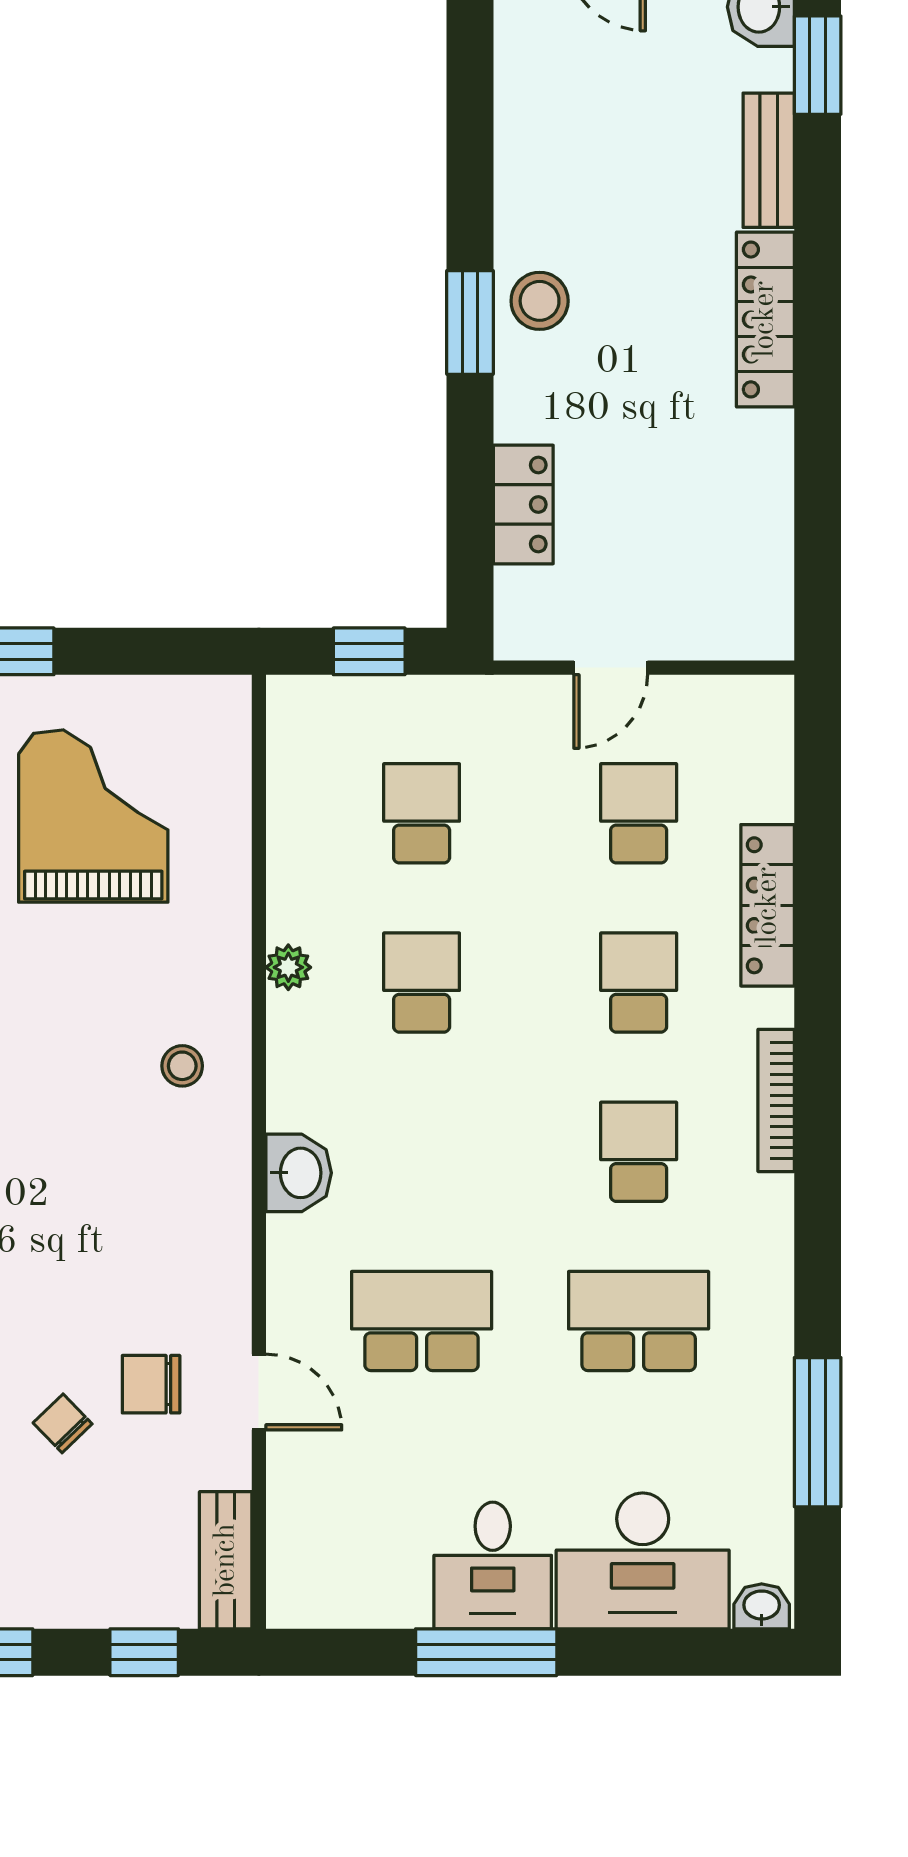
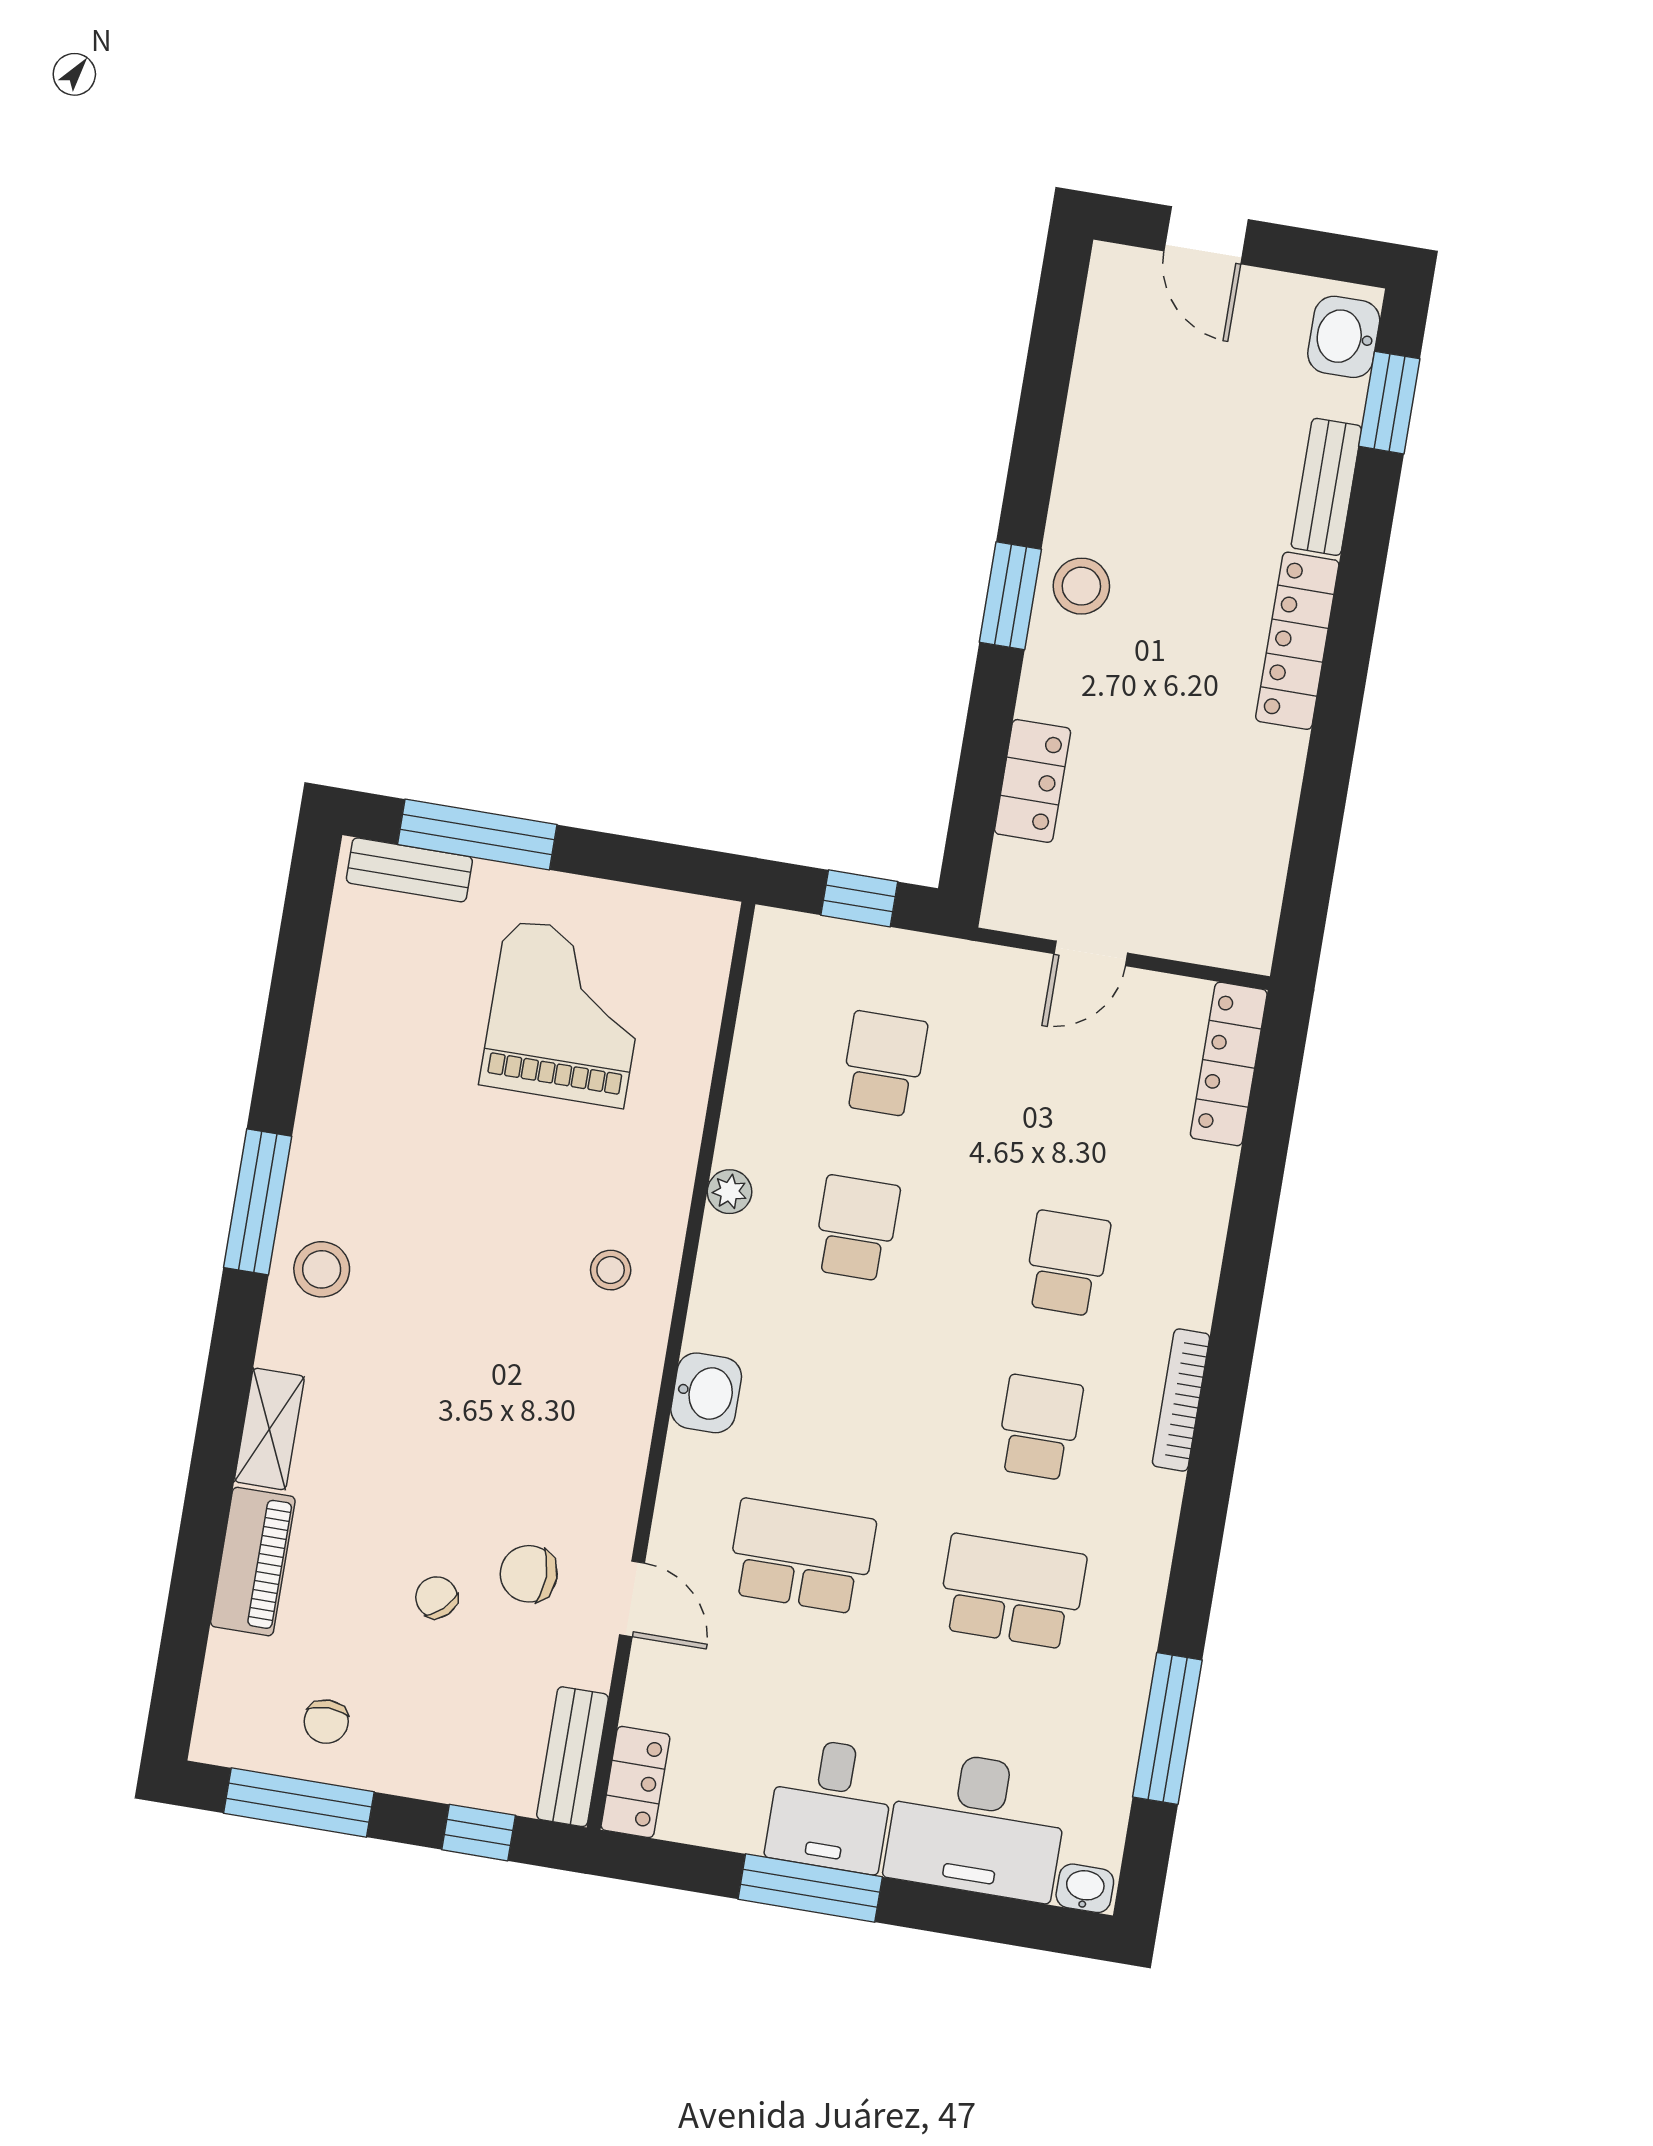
school desk: (639, 813) -> (1094, 1099), removed
locker: (768, 905) -> (1229, 1064), moved
locker: (293, 1575) -> (635, 1782), added

